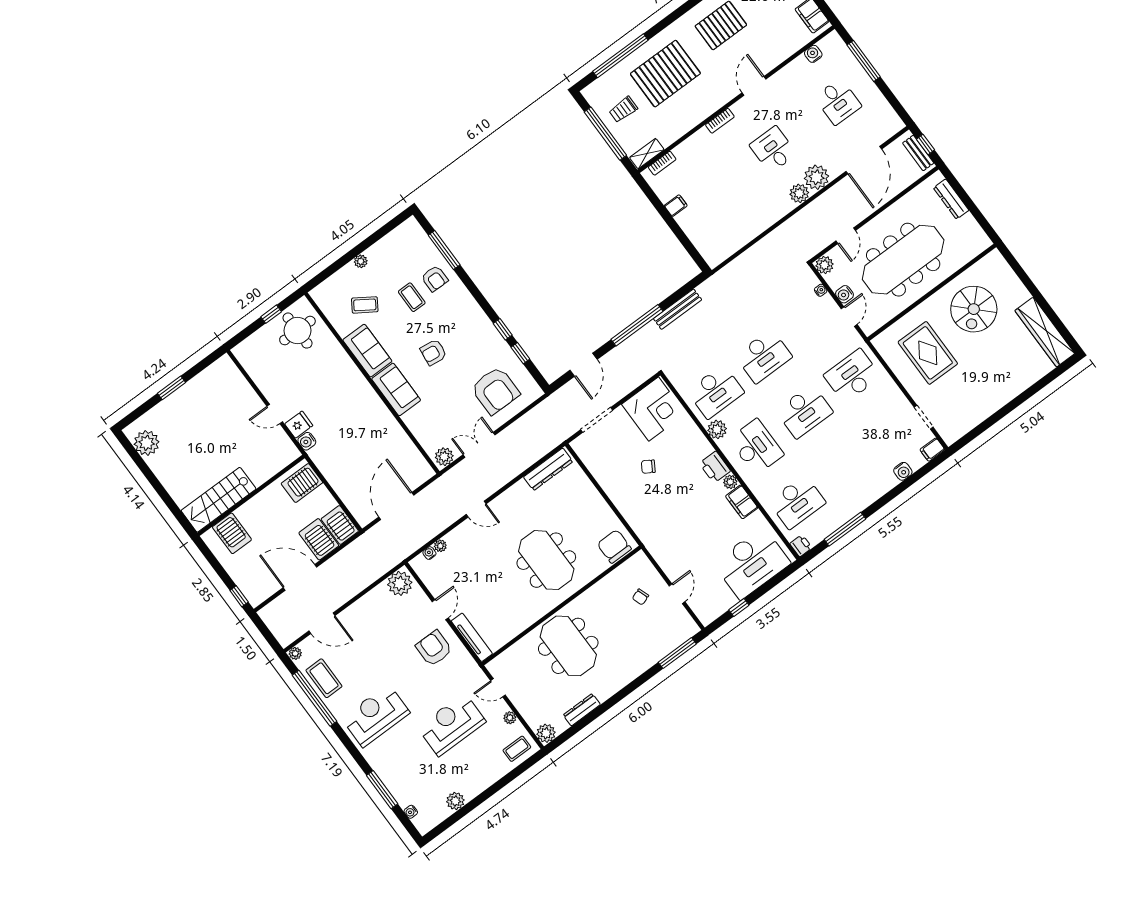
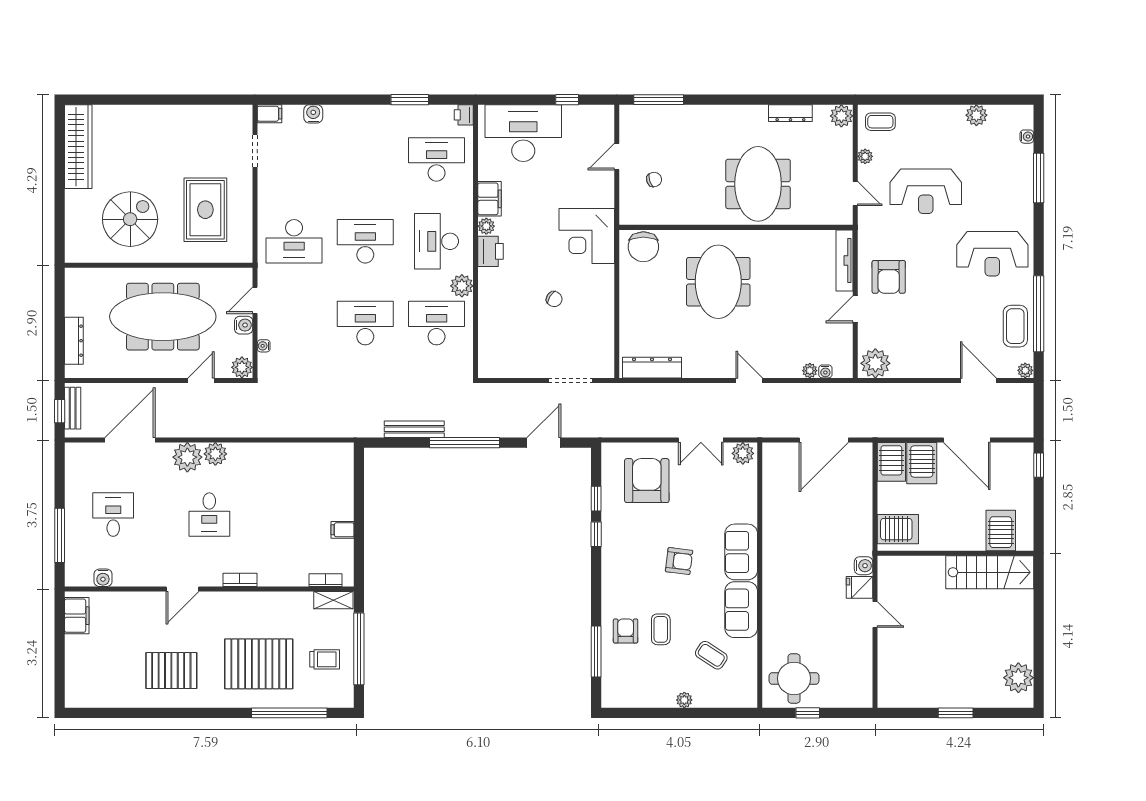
corner desk: (654, 409) -> (587, 236), moved, turned -90
window: (845, 529) -> (410, 100), width x0.69

